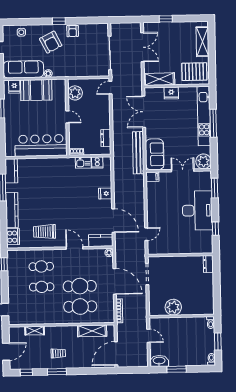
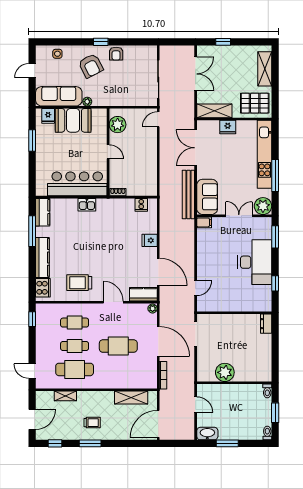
window: (213, 123) -> (275, 176), moved
dresser: (106, 138) -> (152, 177), removed
kitchen sink: (83, 163) -> (87, 205), moved
cafe table: (80, 307) -> (75, 369), moved

